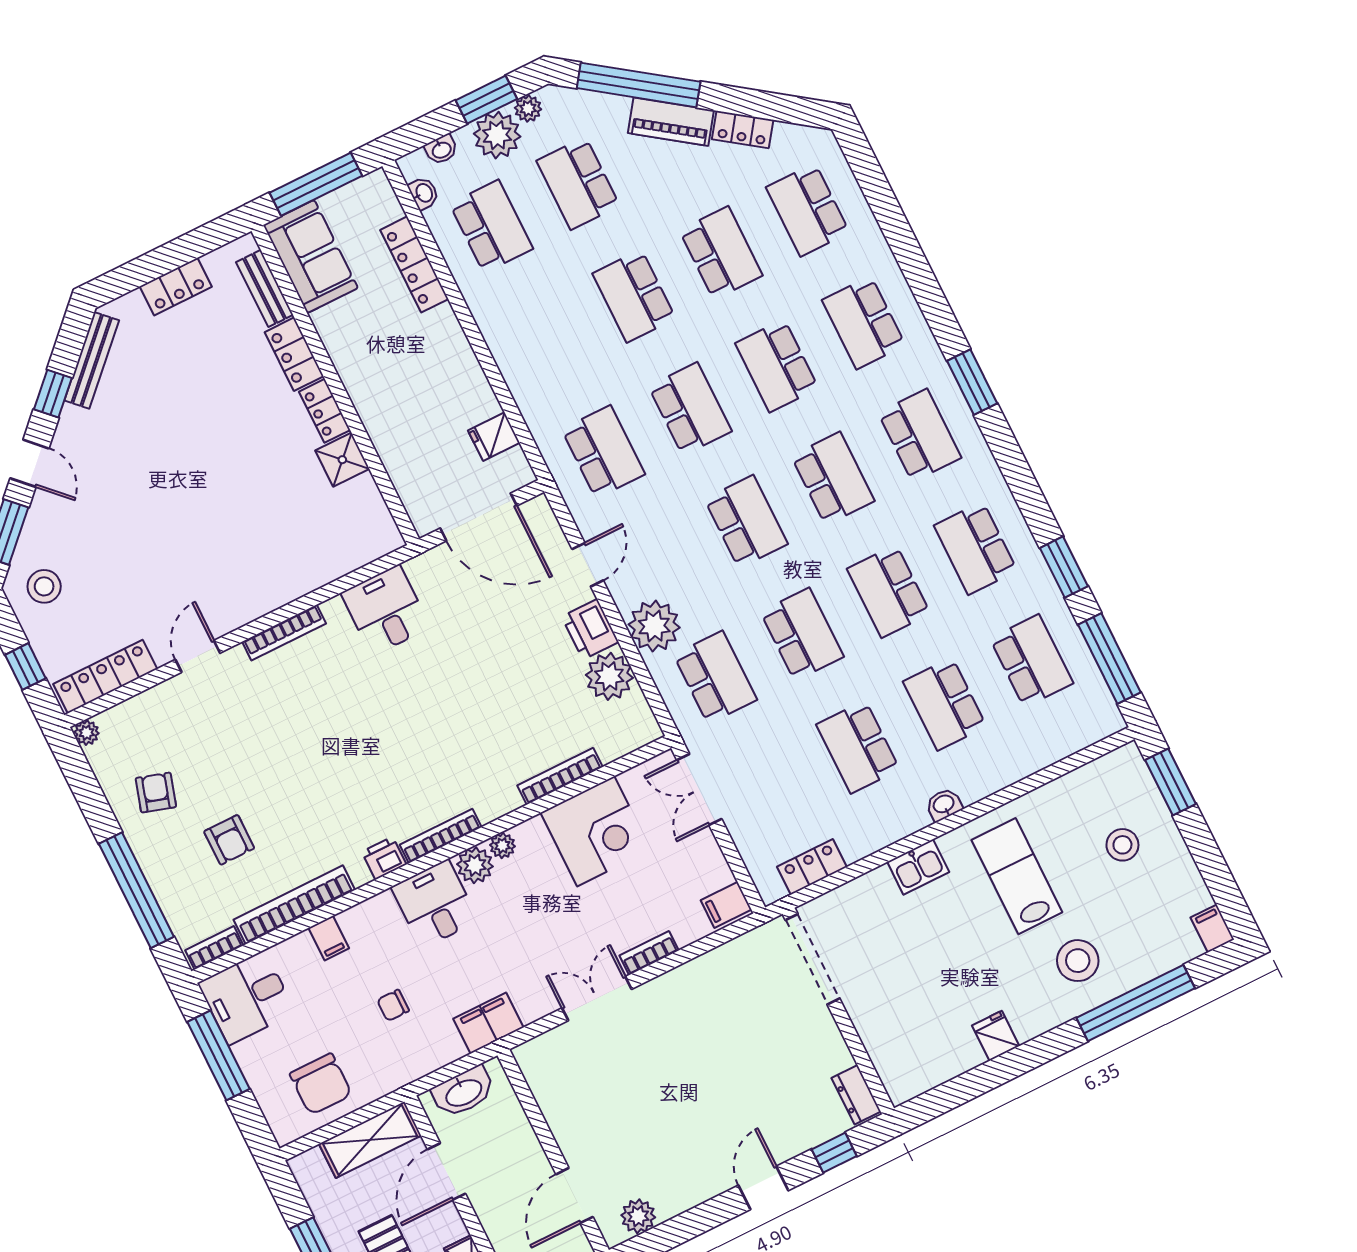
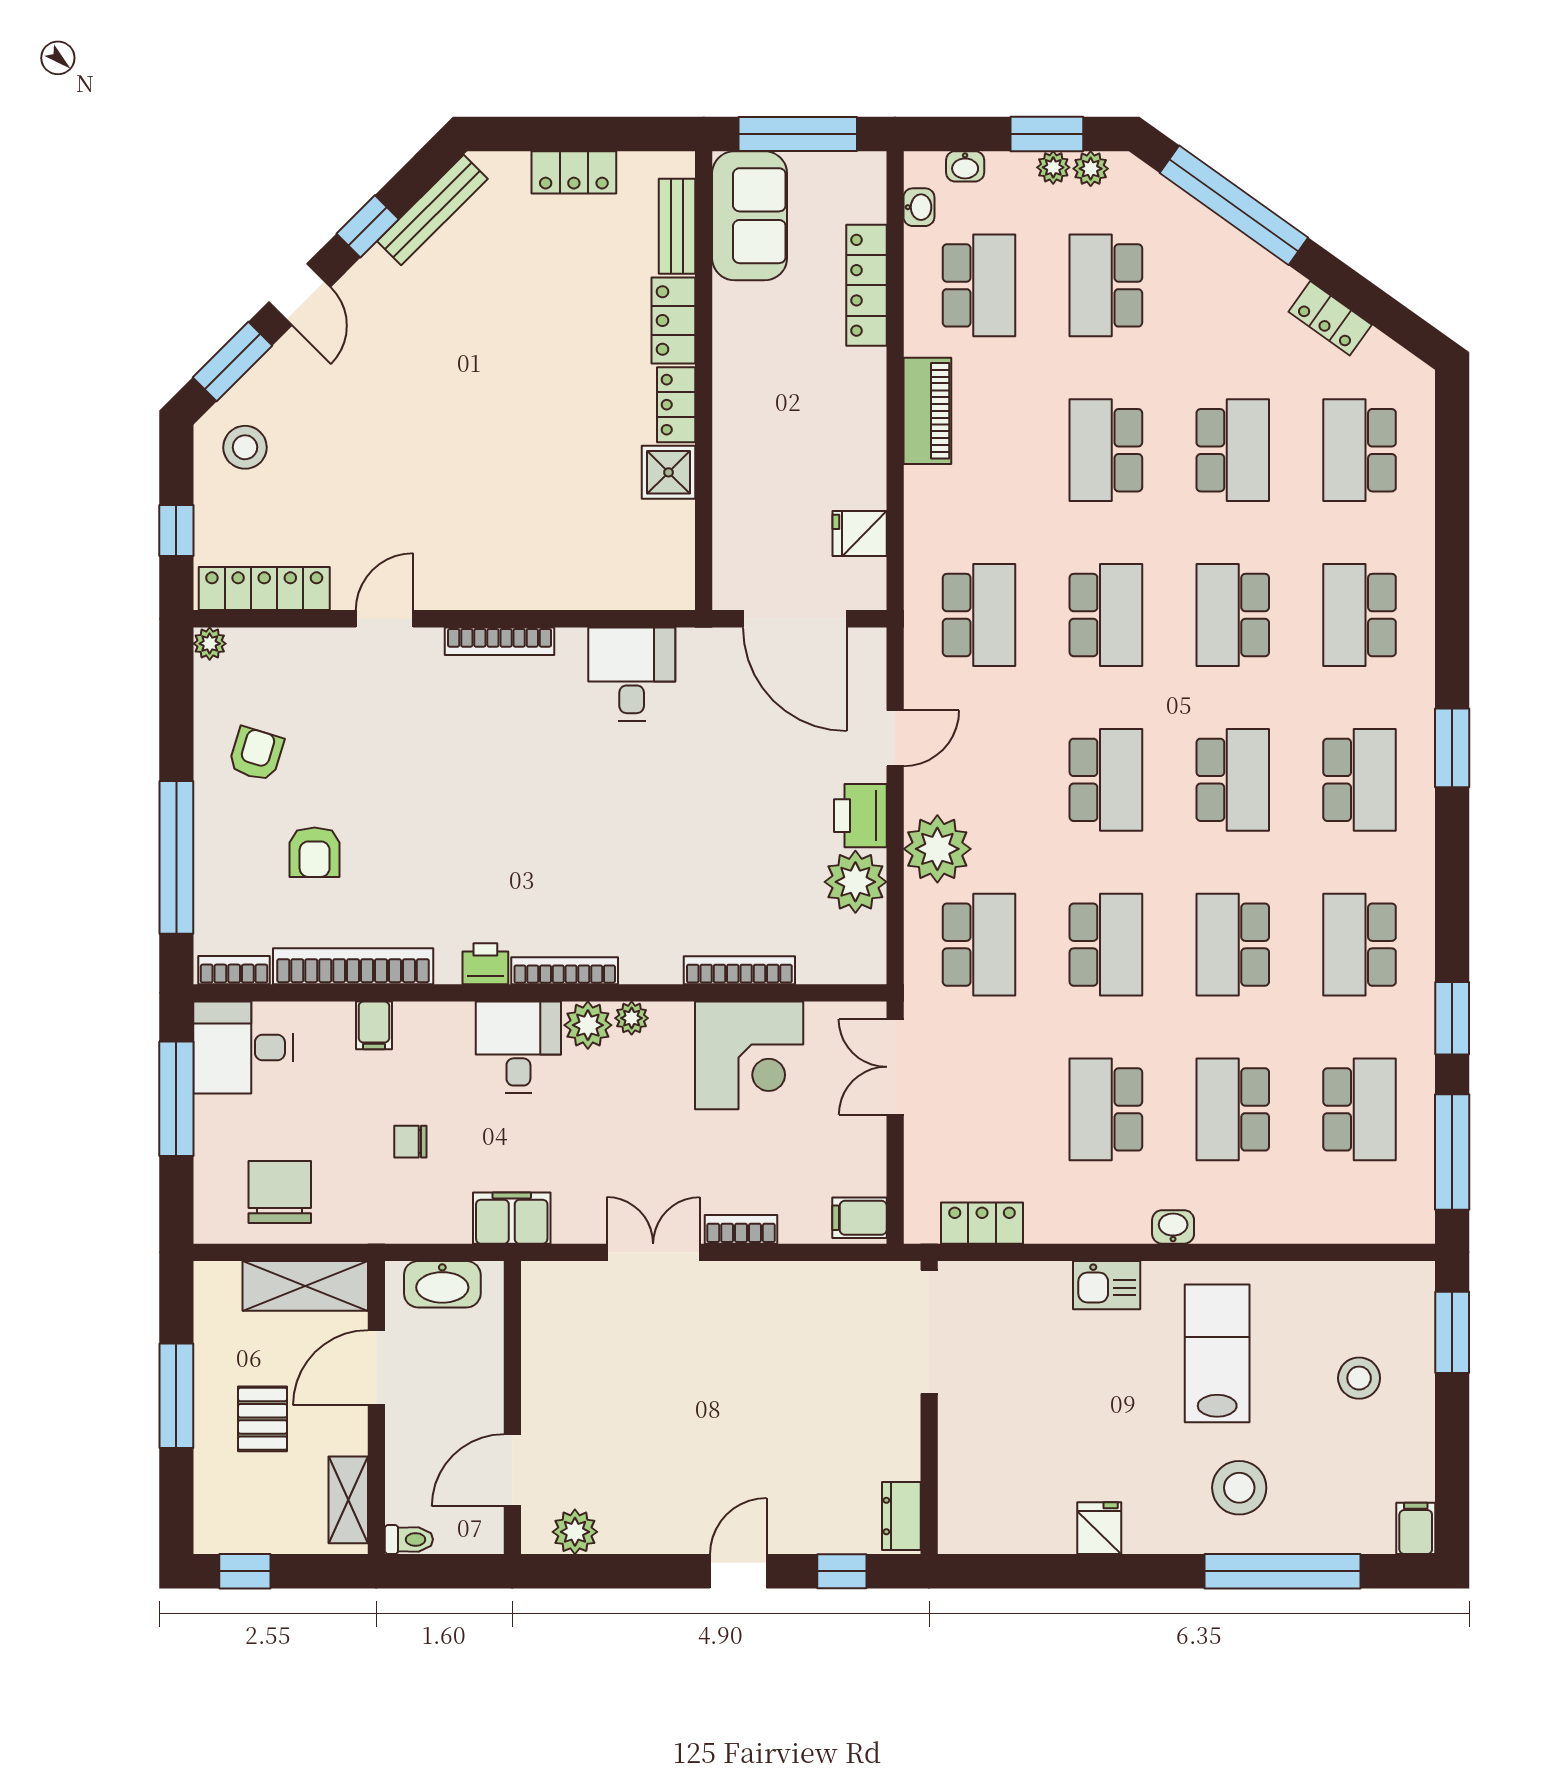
piano: (671, 122) -> (927, 411), moved, turned -126
plant: (497, 135) -> (1053, 167), width x0.53, depth x0.53
chair: (321, 1084) -> (280, 1192), turned 180

